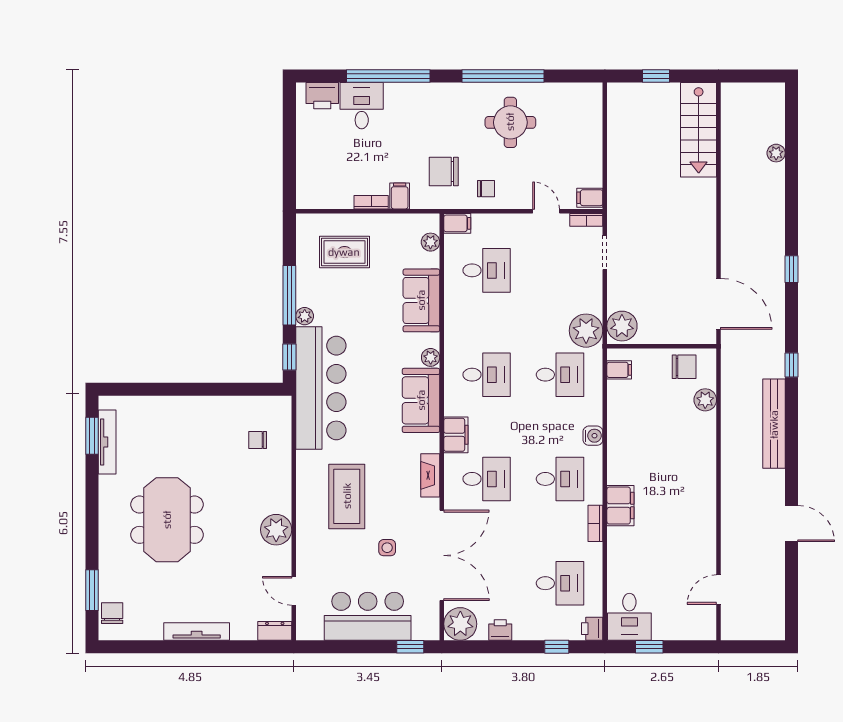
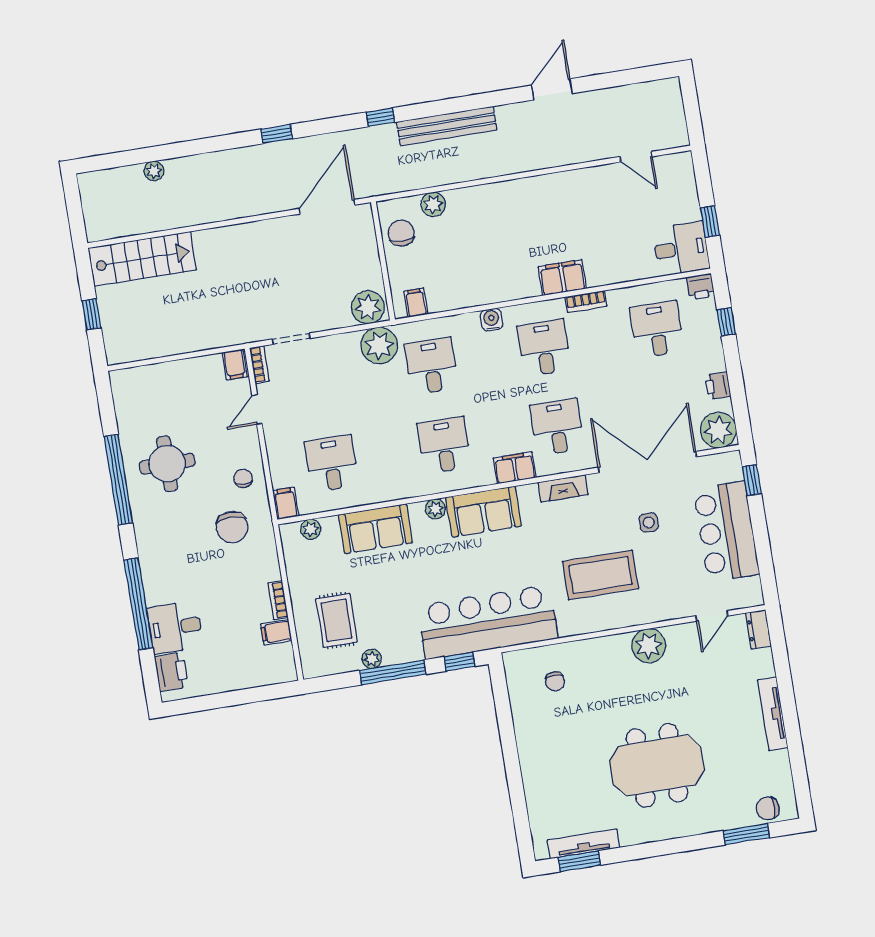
filing cabinet: (400, 196) -> (276, 632), moved
plant: (305, 316) -> (372, 659), moved

